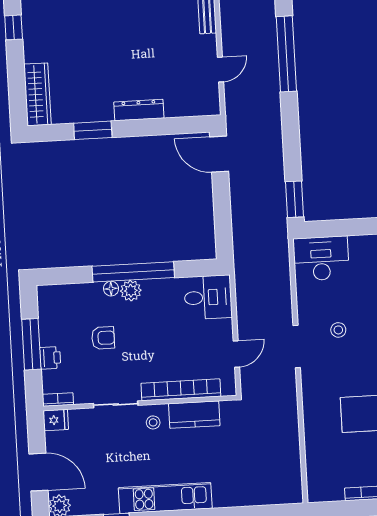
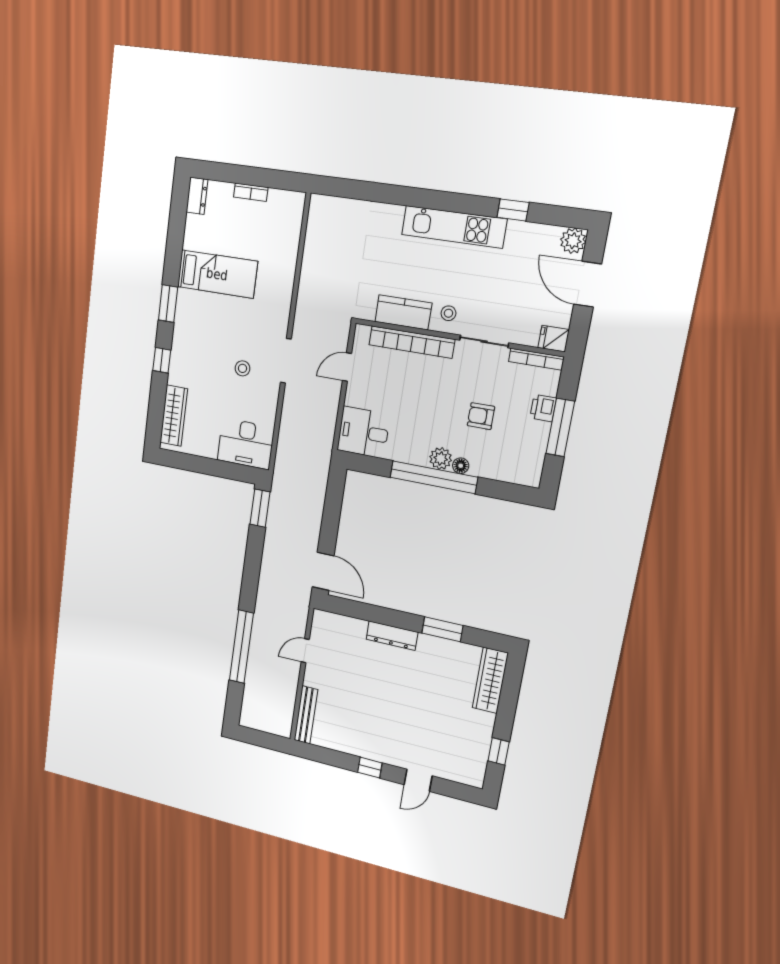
bookcase: (58, 400) -> (536, 359), width x1.56

